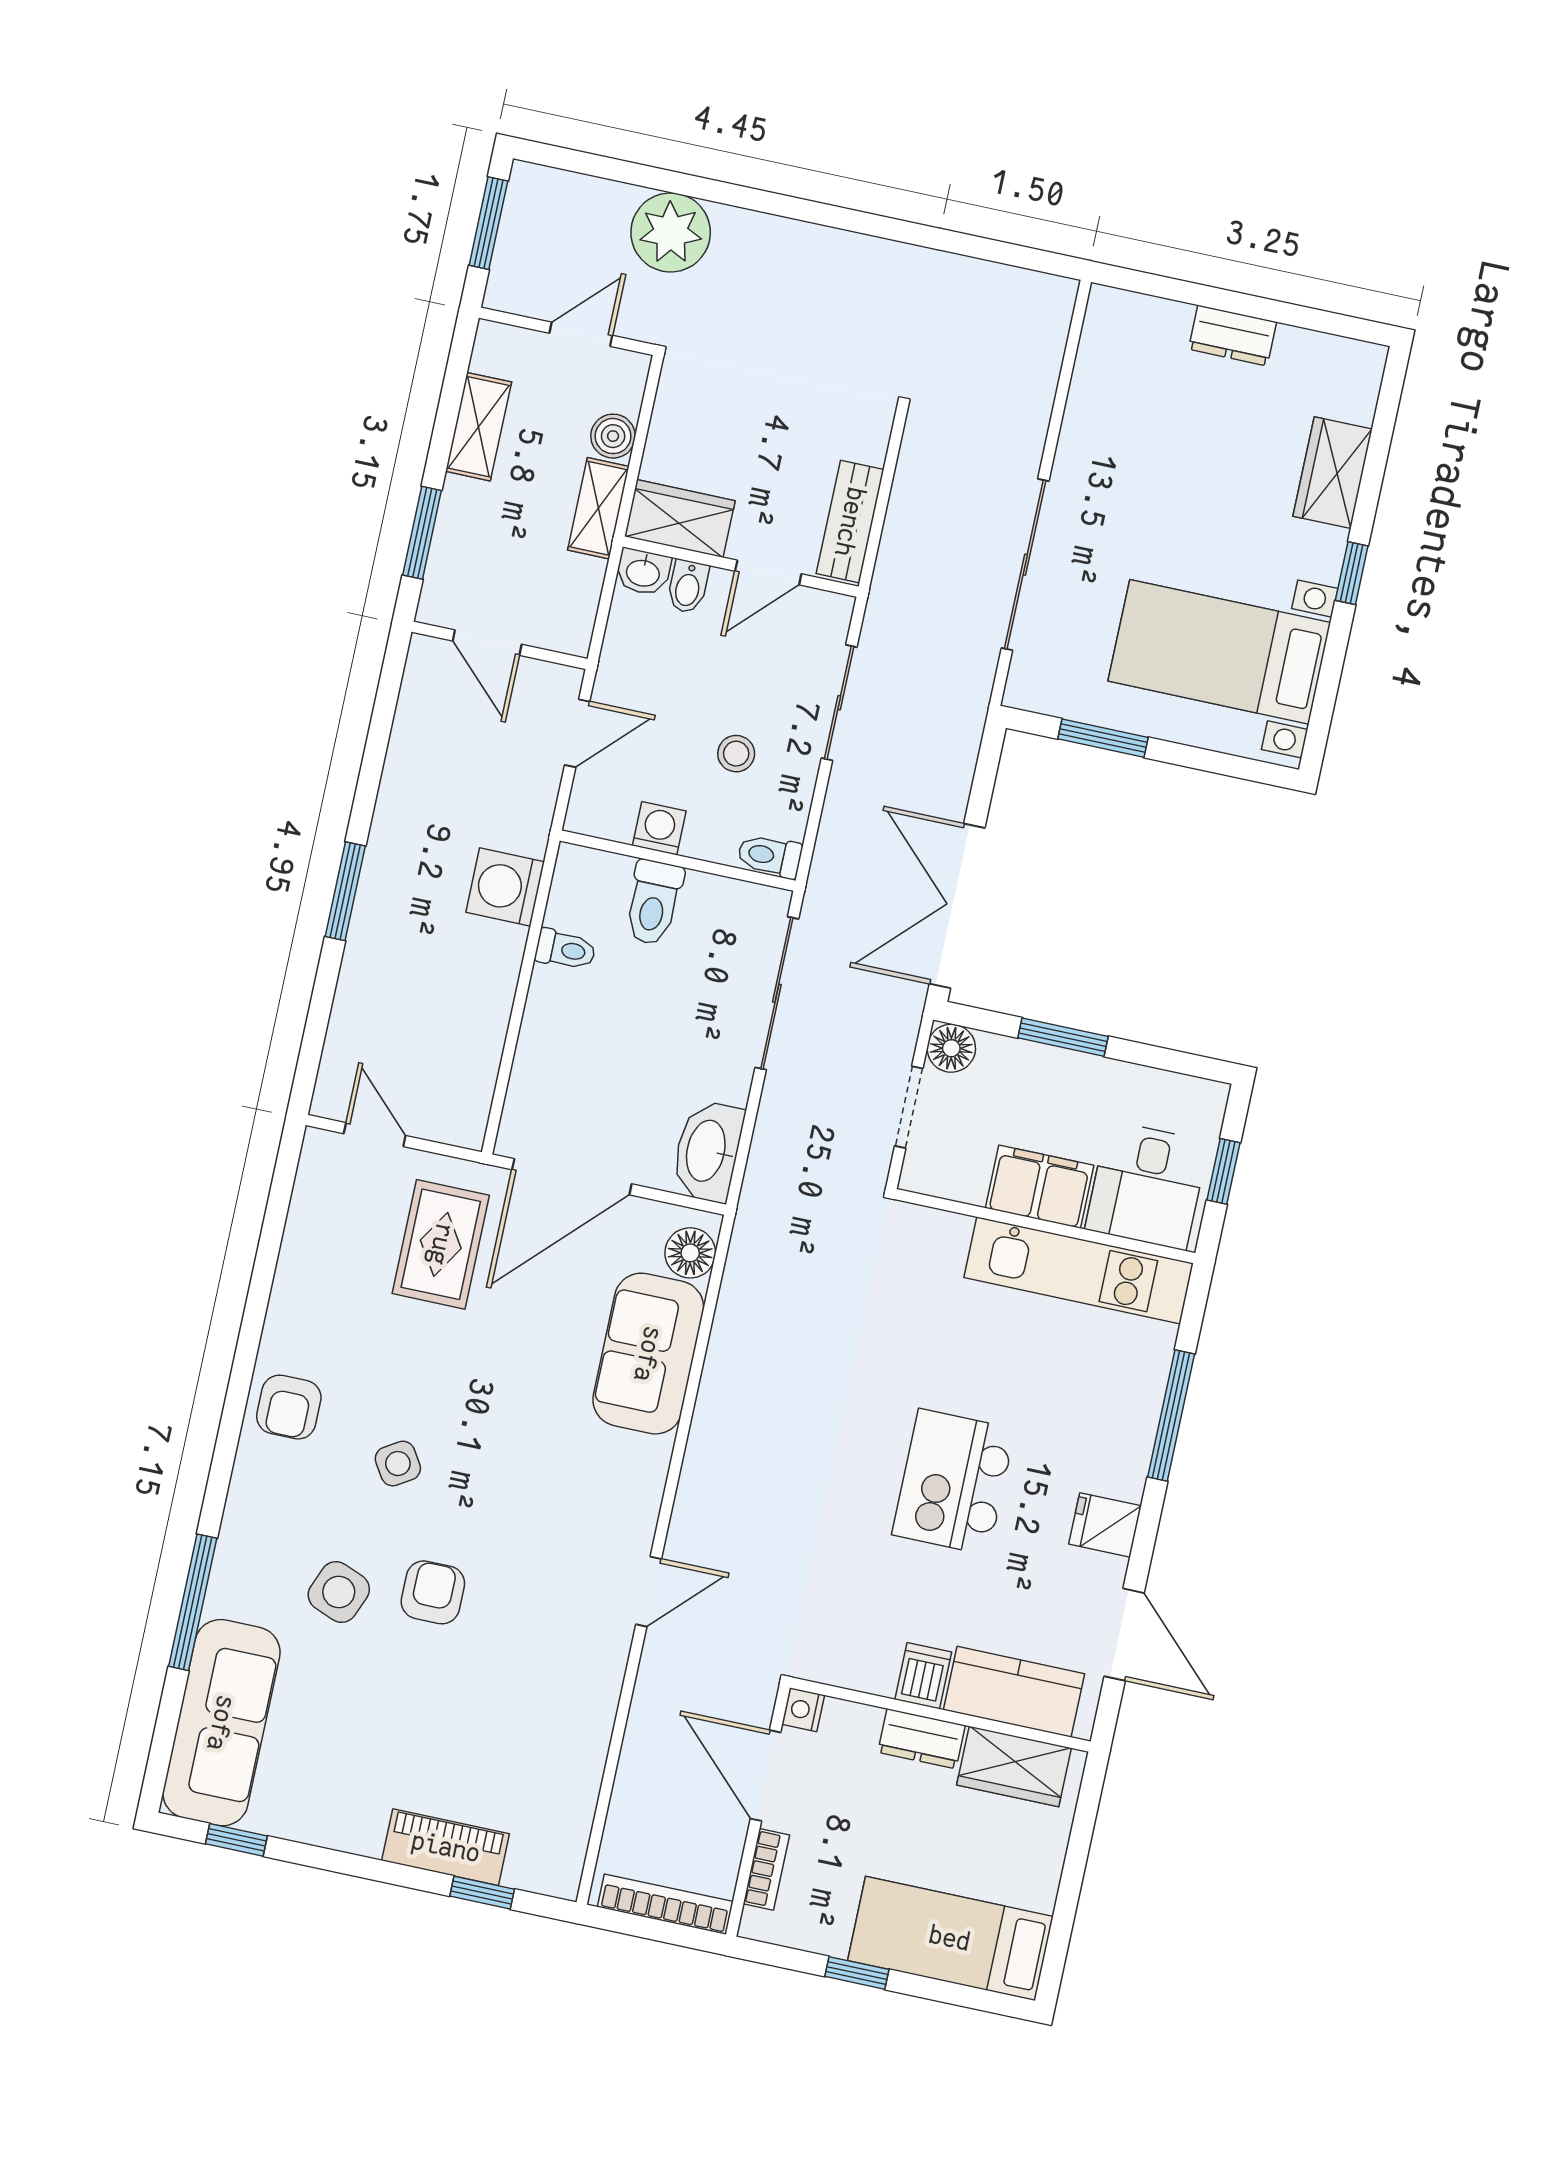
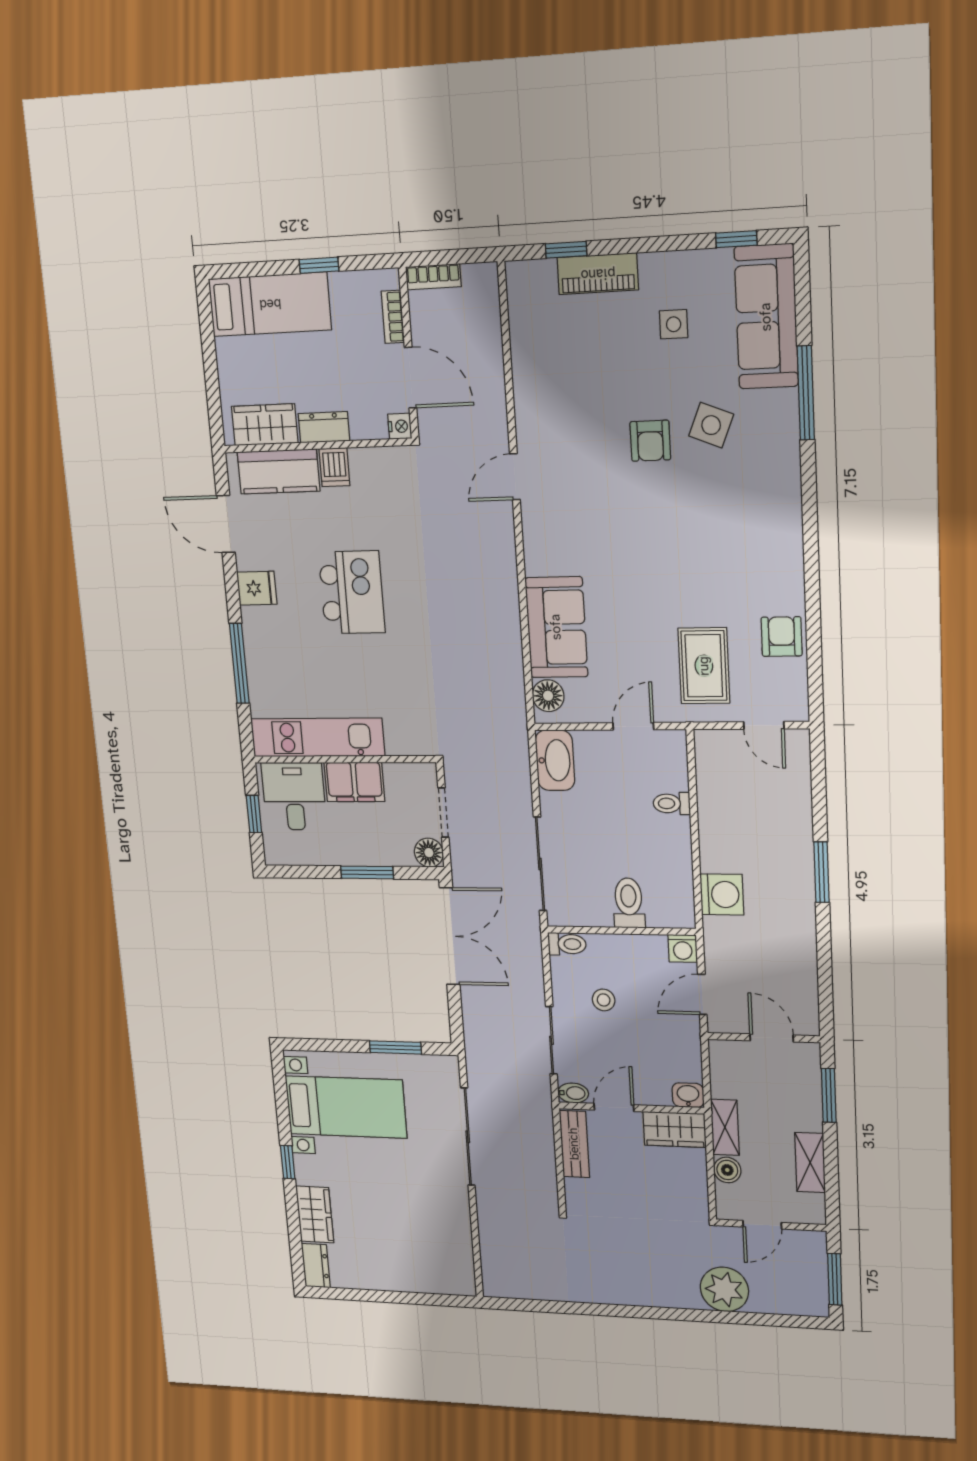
dresser: (1233, 336) -> (316, 1266), moved, turned 90
bidet: (688, 587) -> (573, 1093), moved, turned 90
washing machine: (659, 828) -> (683, 948), moved
toilet: (565, 950) -> (672, 803), moved
door: (572, 1177) -> (633, 726), width x0.53
armchair: (289, 1407) -> (782, 637), moved
side table: (398, 1464) -> (674, 324), moved, turned 32
bookcase: (665, 1904) -> (433, 277), width x0.64

